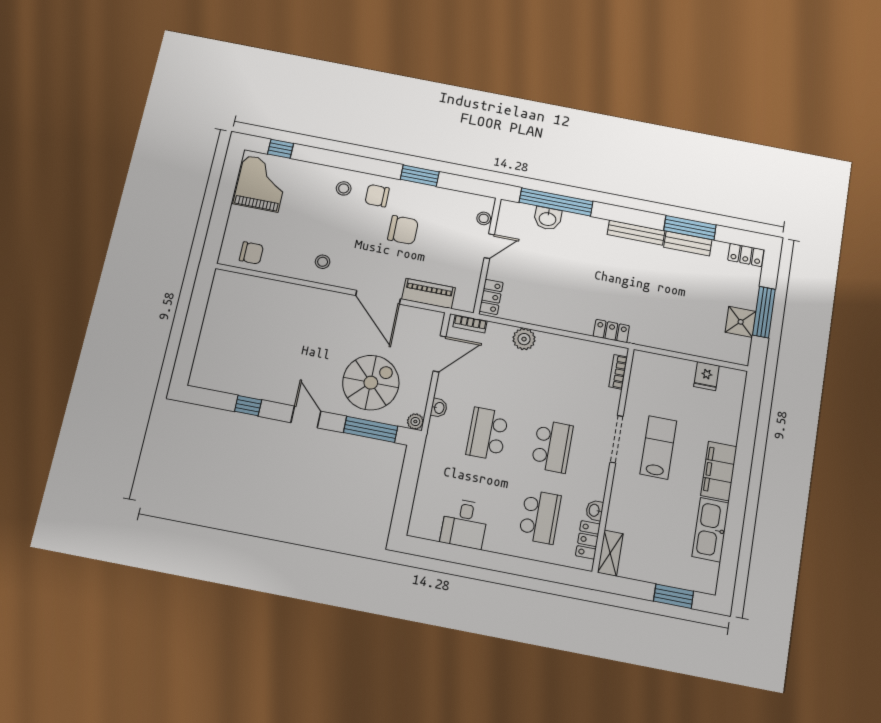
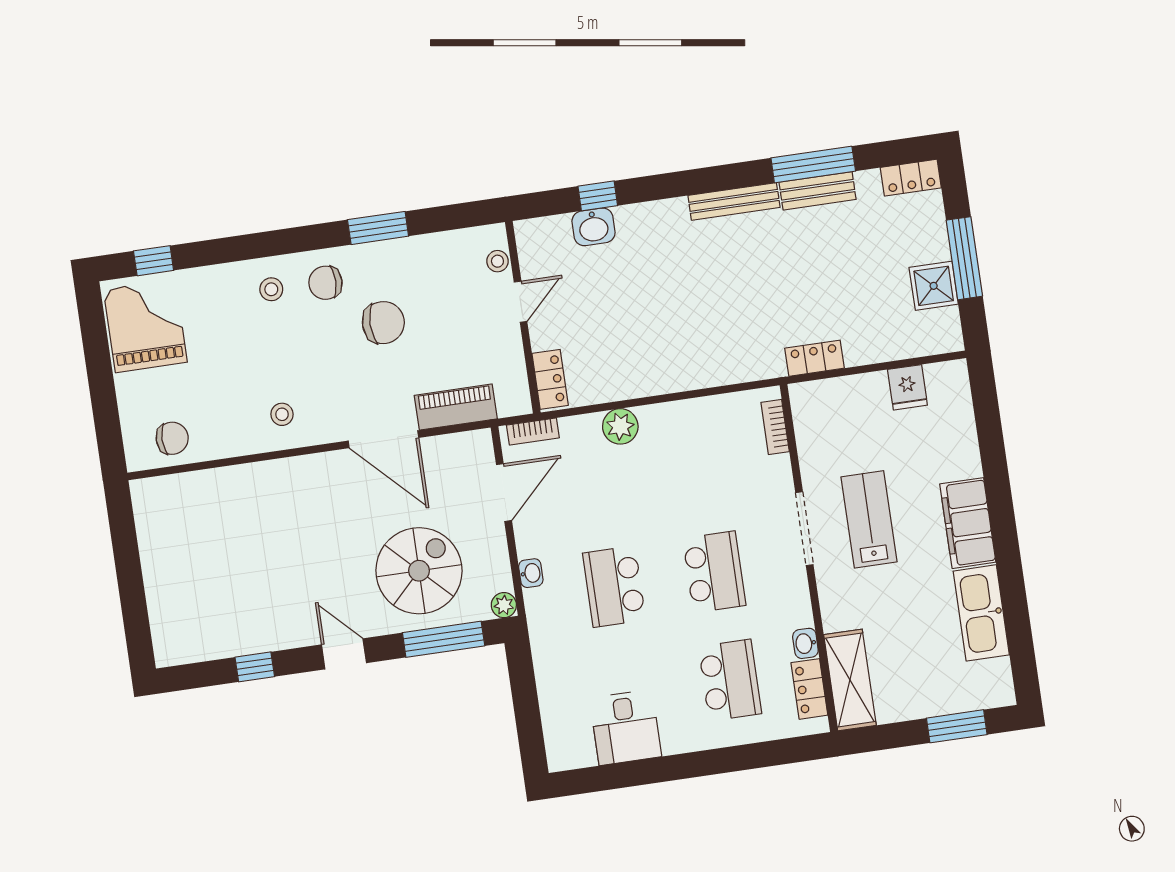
window: (556, 202) -> (598, 196), width x0.32
locker: (611, 331) -> (814, 358), moved
shelving: (610, 553) -> (850, 680), width x1.50, depth x1.33

